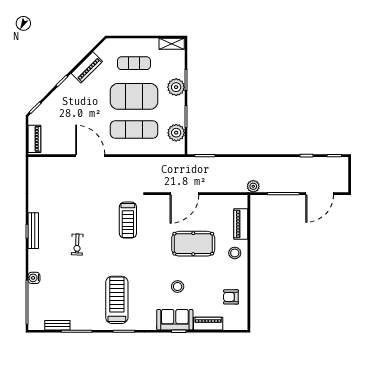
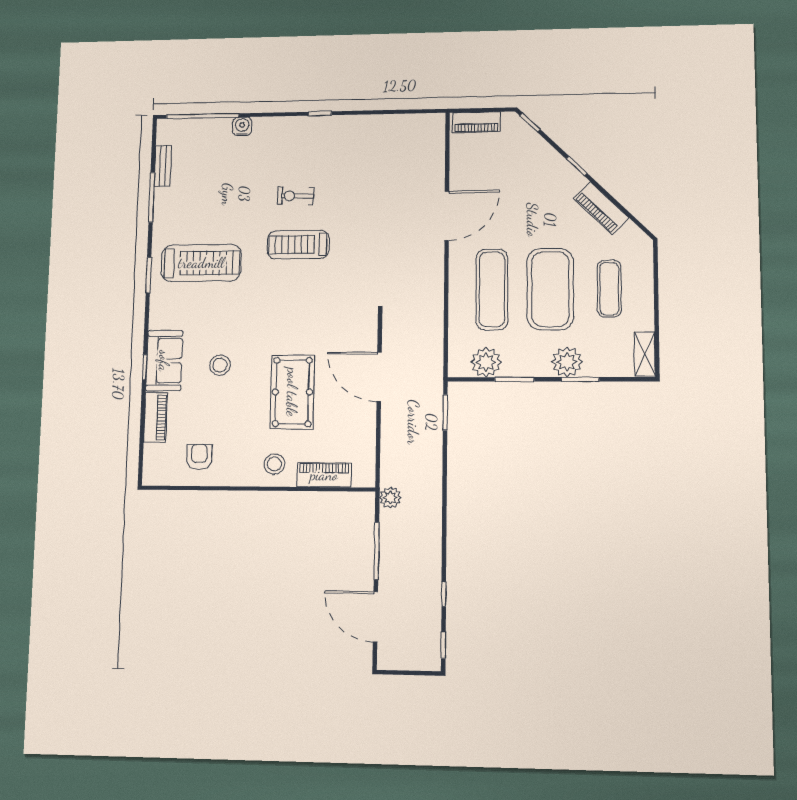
treadmill: (128, 220) -> (298, 245), moved
bench: (33, 231) -> (321, 124), removed

